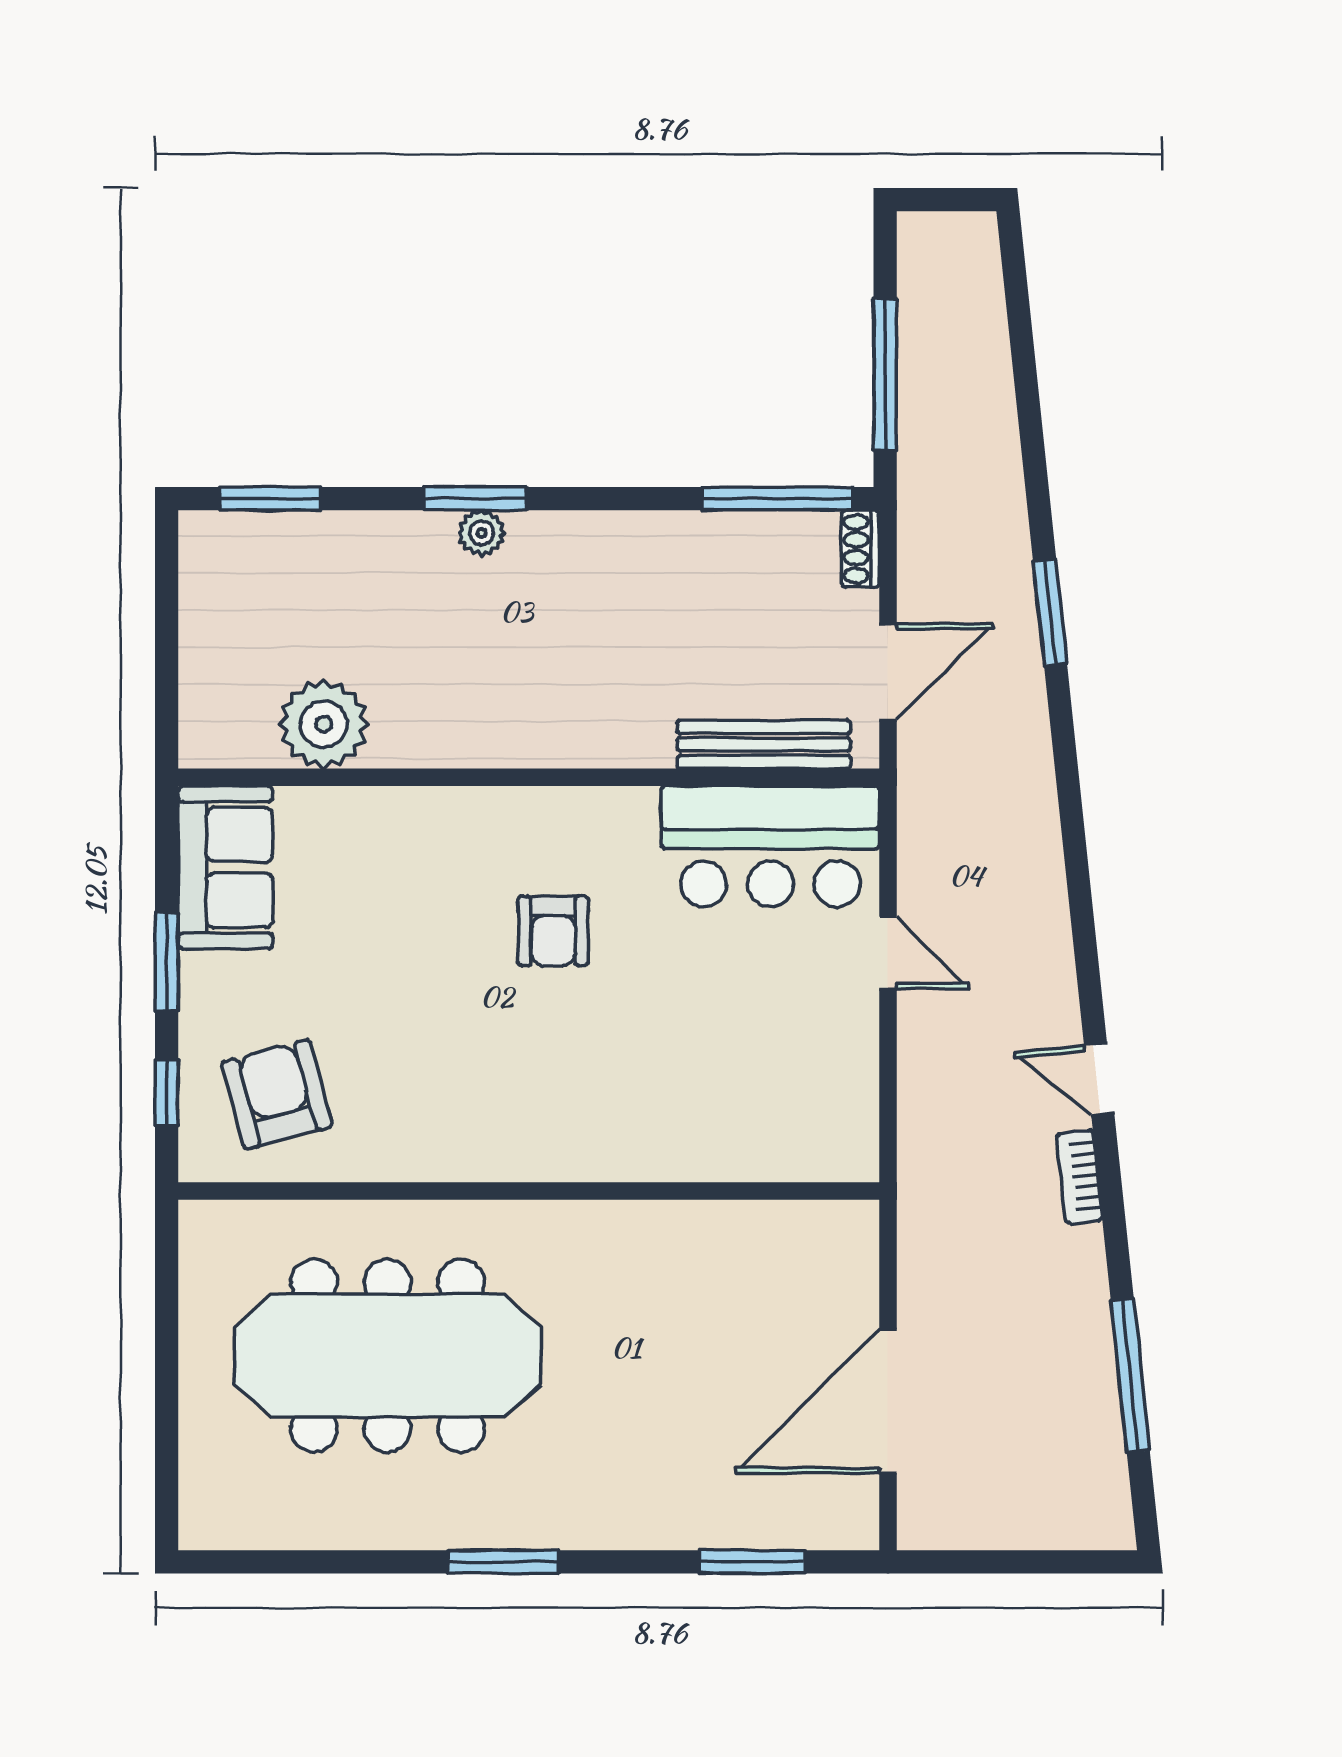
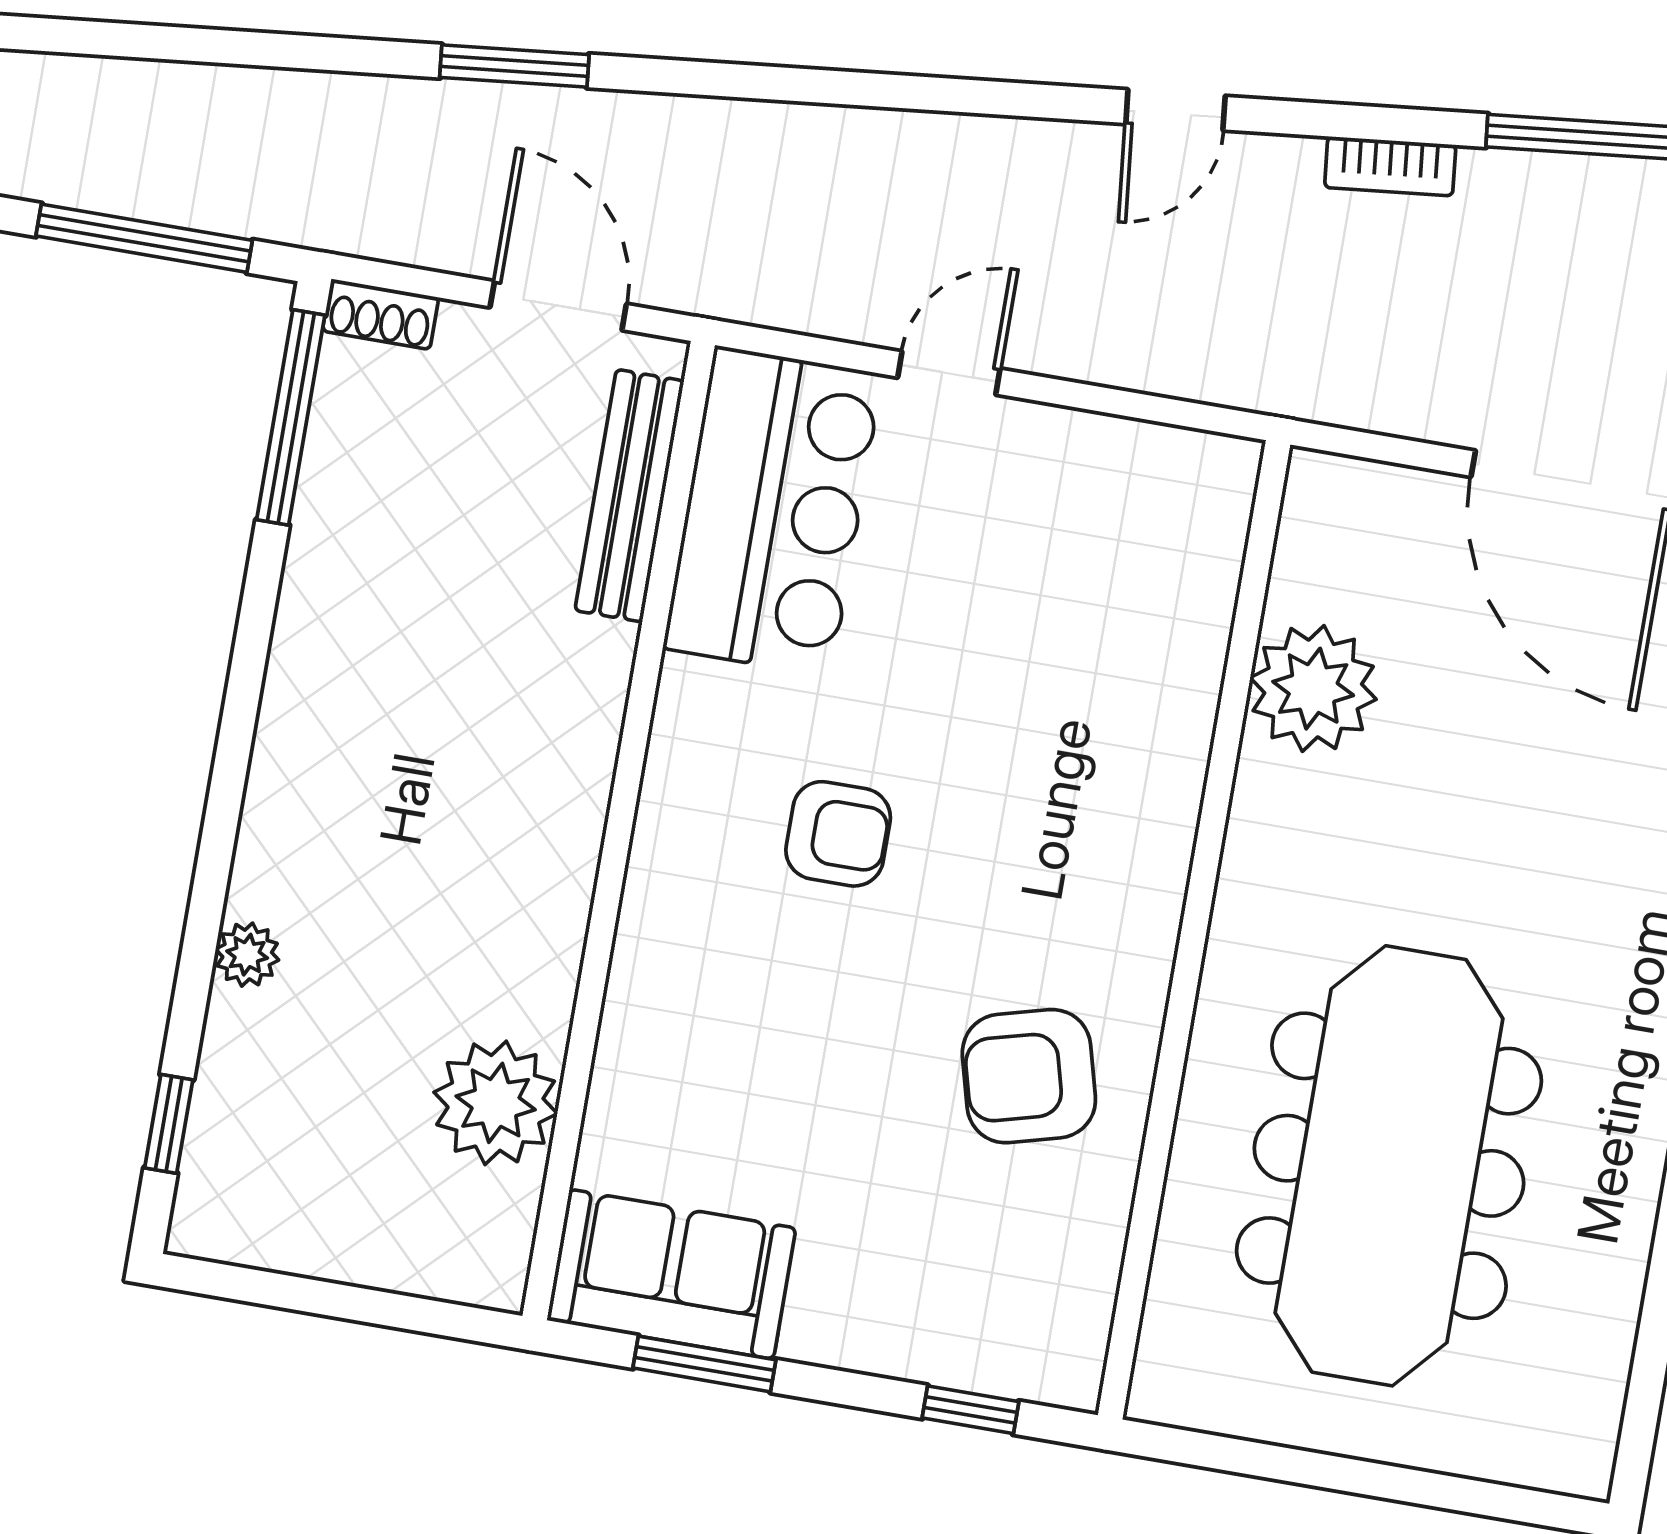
window: (270, 499) -> (169, 1124), width x0.67
window: (475, 499) -> (218, 838), removed
plant: (482, 533) -> (247, 955), moved
window: (167, 962) -> (704, 1364), moved
armchair: (277, 1094) -> (1029, 1076), moved
bookcase: (1080, 1177) -> (1390, 166), moved
plant: (712, 1245) -> (1313, 689), added

